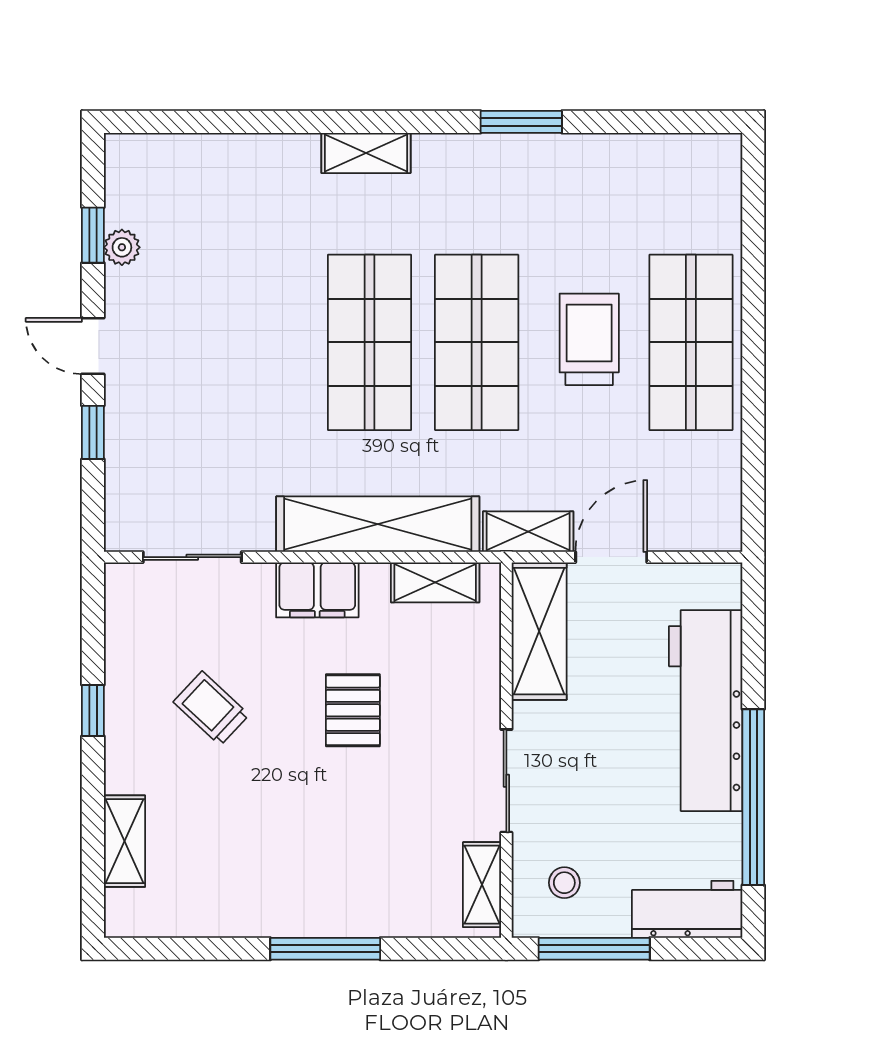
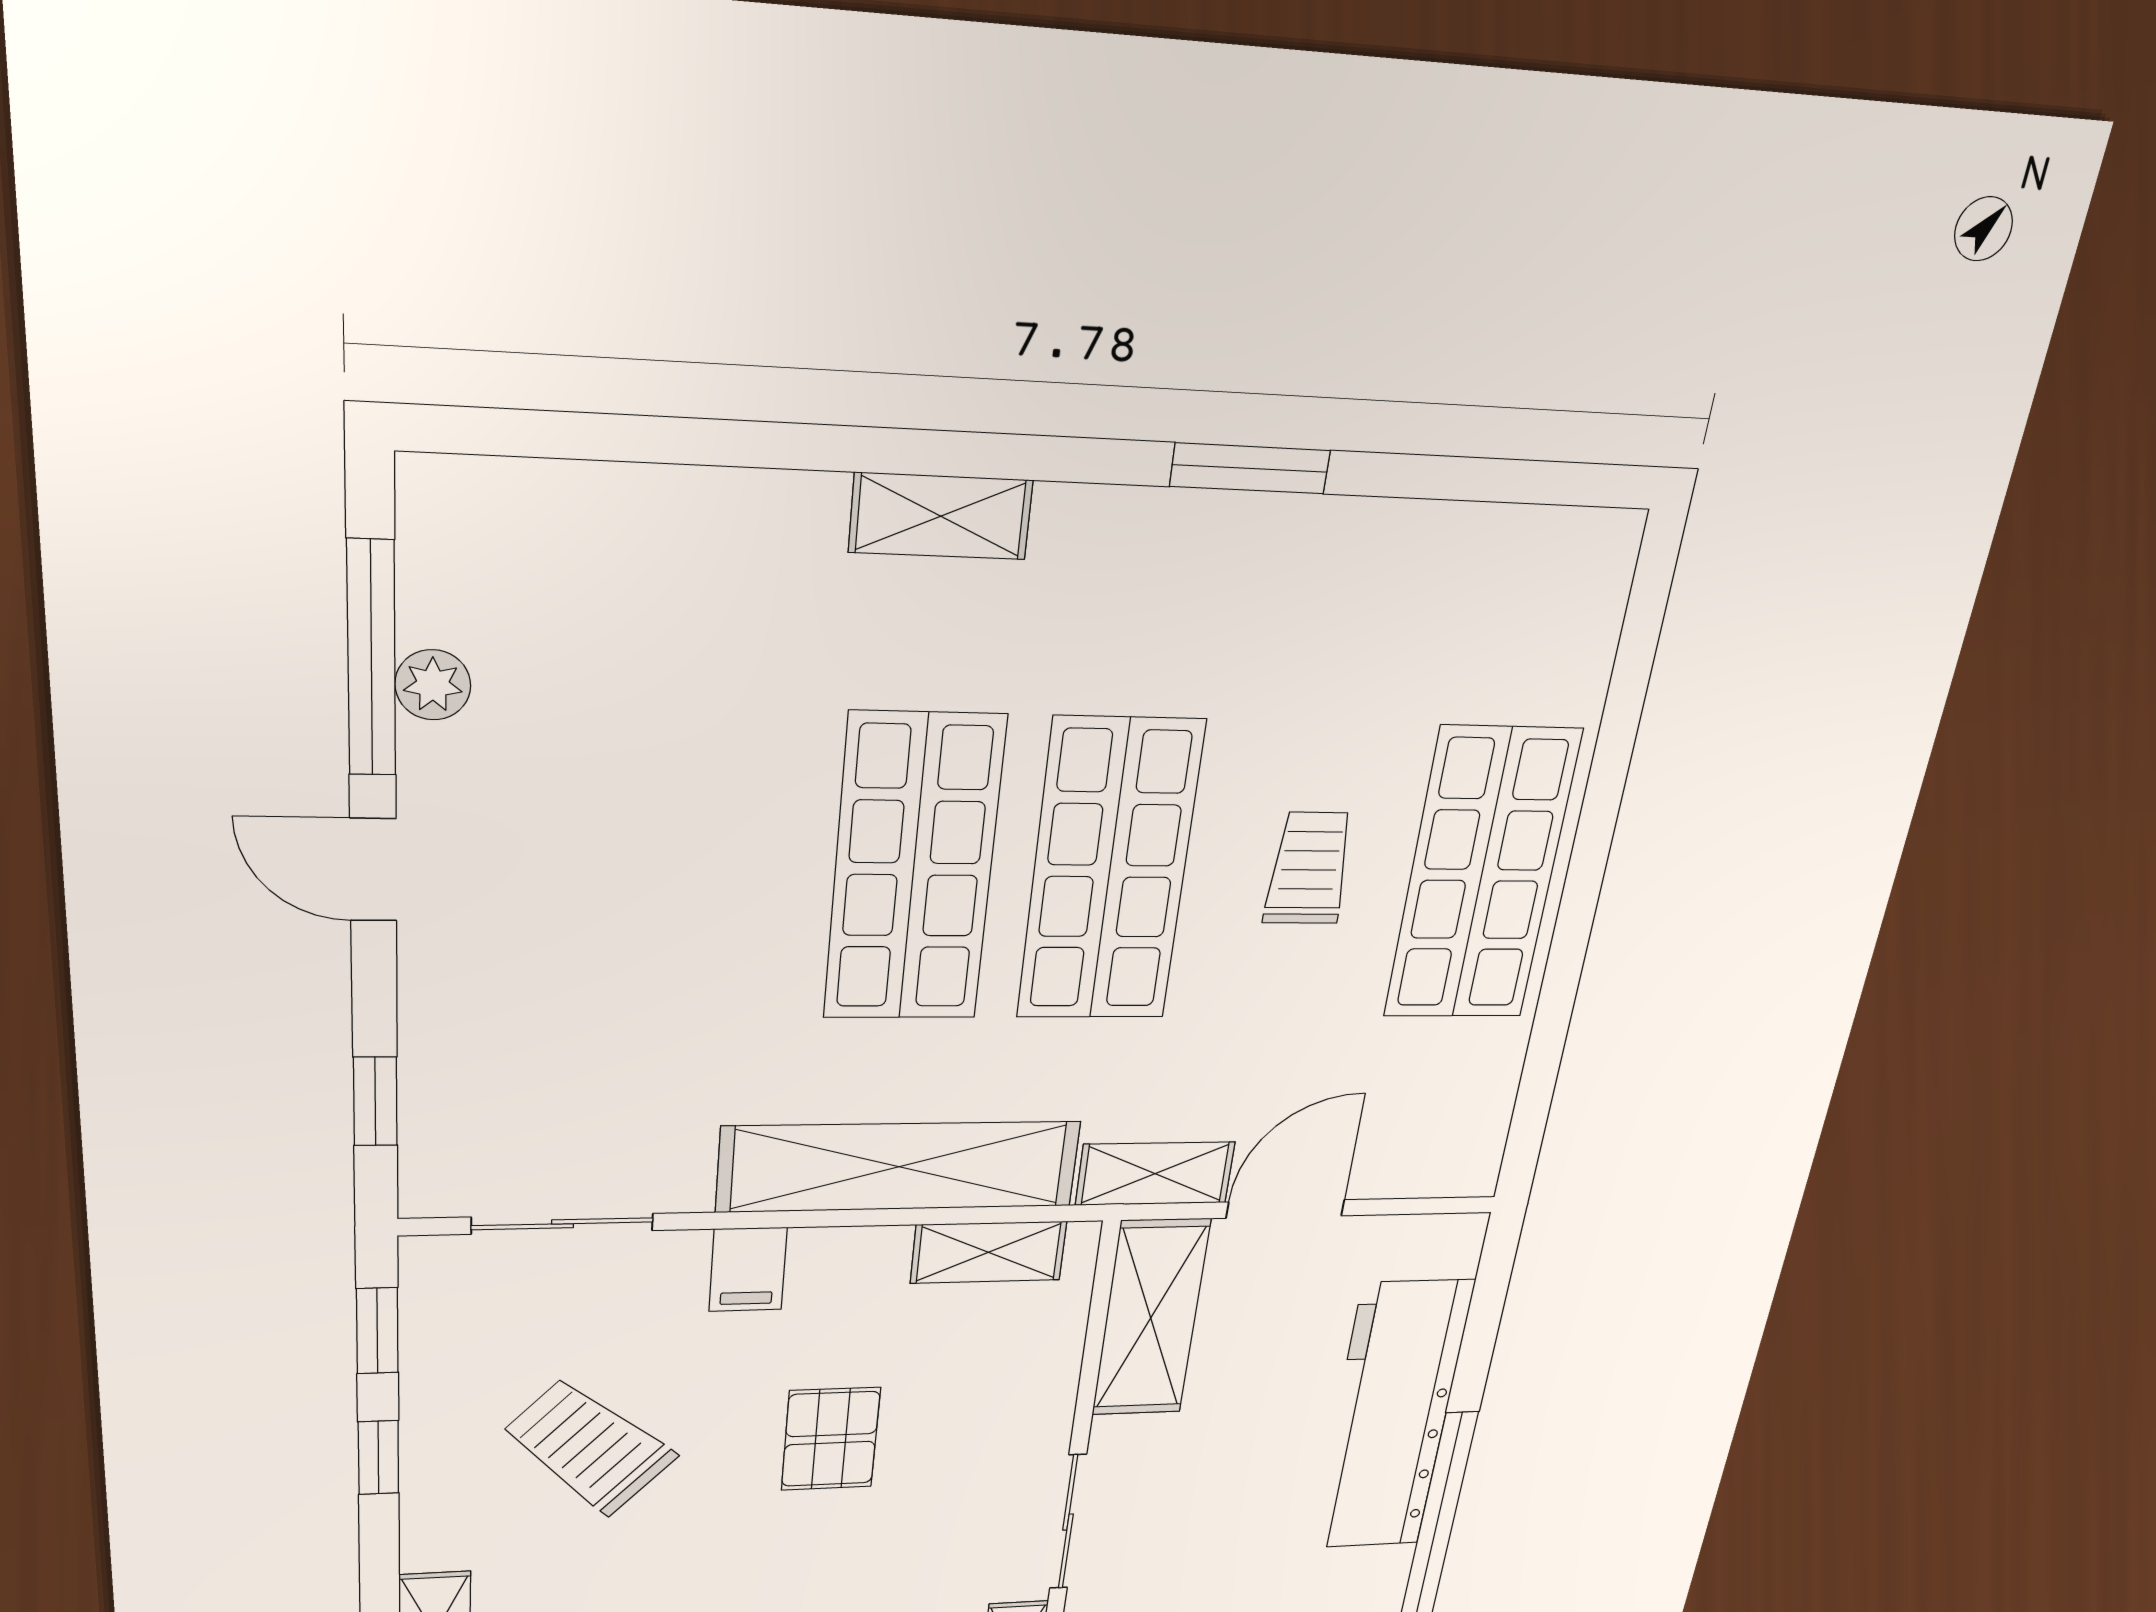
window: (93, 235) -> (371, 659), width x2.17
trolley: (589, 339) -> (1309, 868), width x0.73, depth x0.72
window: (93, 432) -> (375, 1101), moved
filing cabinet: (317, 590) -> (748, 1269), width x0.50
window: (93, 624) -> (377, 1331), added
trolley: (211, 708) -> (589, 1446), width x1.36, depth x1.39

